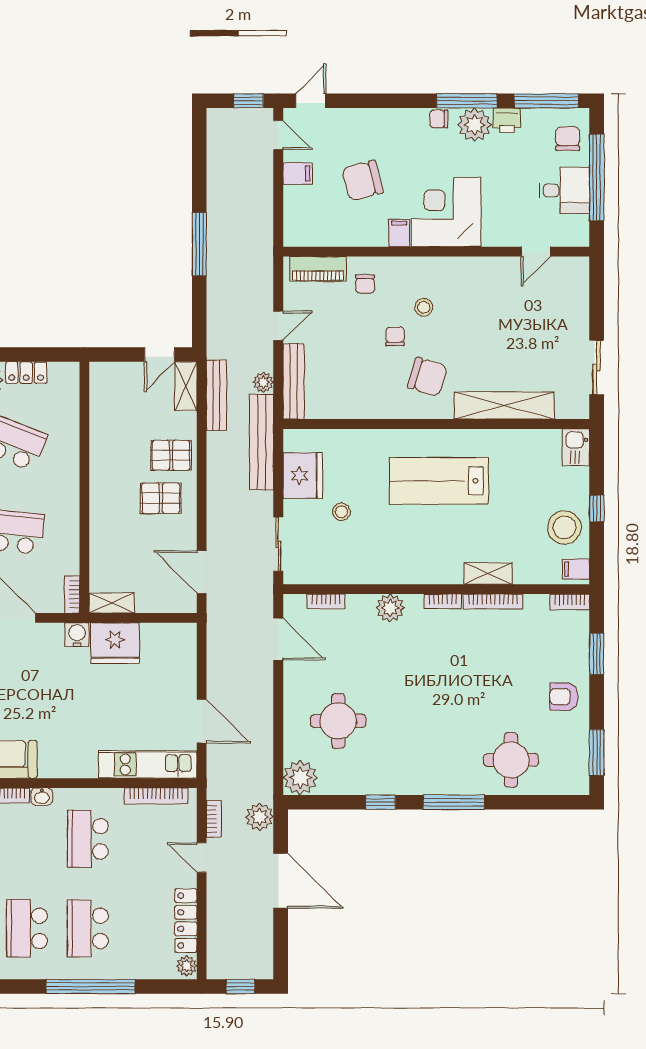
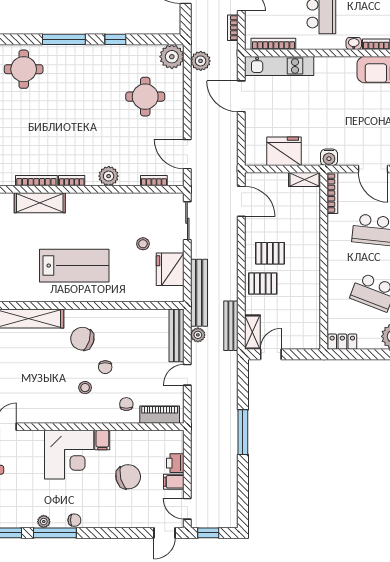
printer: (507, 120) -> (175, 463), moved, turned -90
plant: (475, 125) -> (44, 522), width x0.53, depth x0.53
locker: (26, 373) -> (342, 342), moved
shelving: (488, 574) -> (40, 203), width x1.50, depth x1.33
bookcase: (72, 594) -> (332, 193), width x1.56
fridge: (115, 643) -> (284, 151), moved
plant: (260, 817) -> (201, 61), moved

